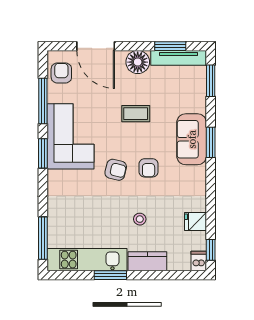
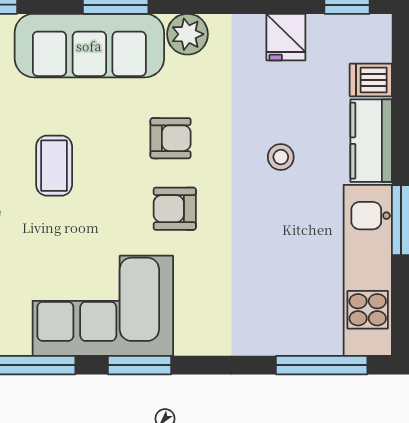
sofa: (192, 139) -> (89, 46), width x1.36
armchair: (116, 170) -> (175, 209), turned -104
plant: (197, 176) -> (187, 34), added
dishwasher: (199, 261) -> (371, 80), moved

